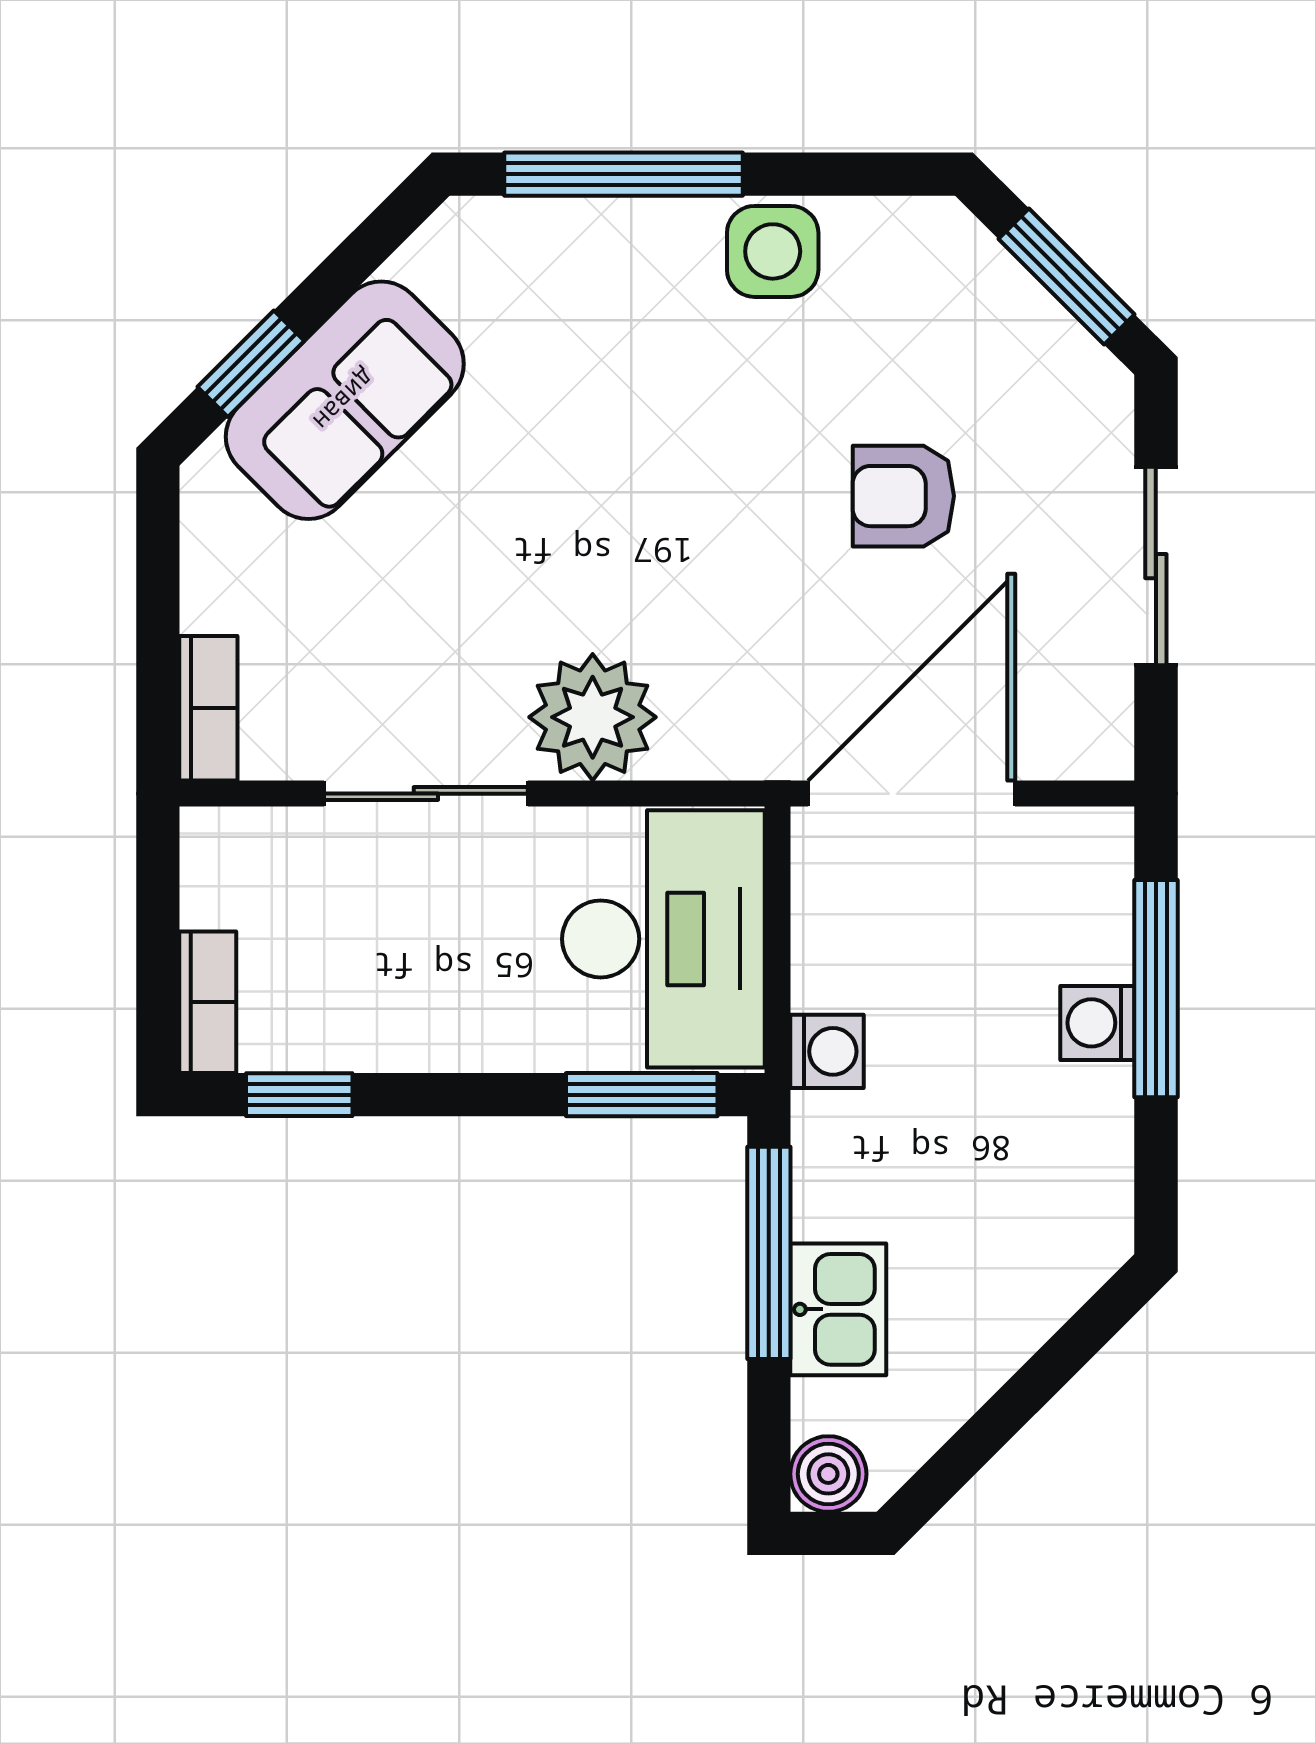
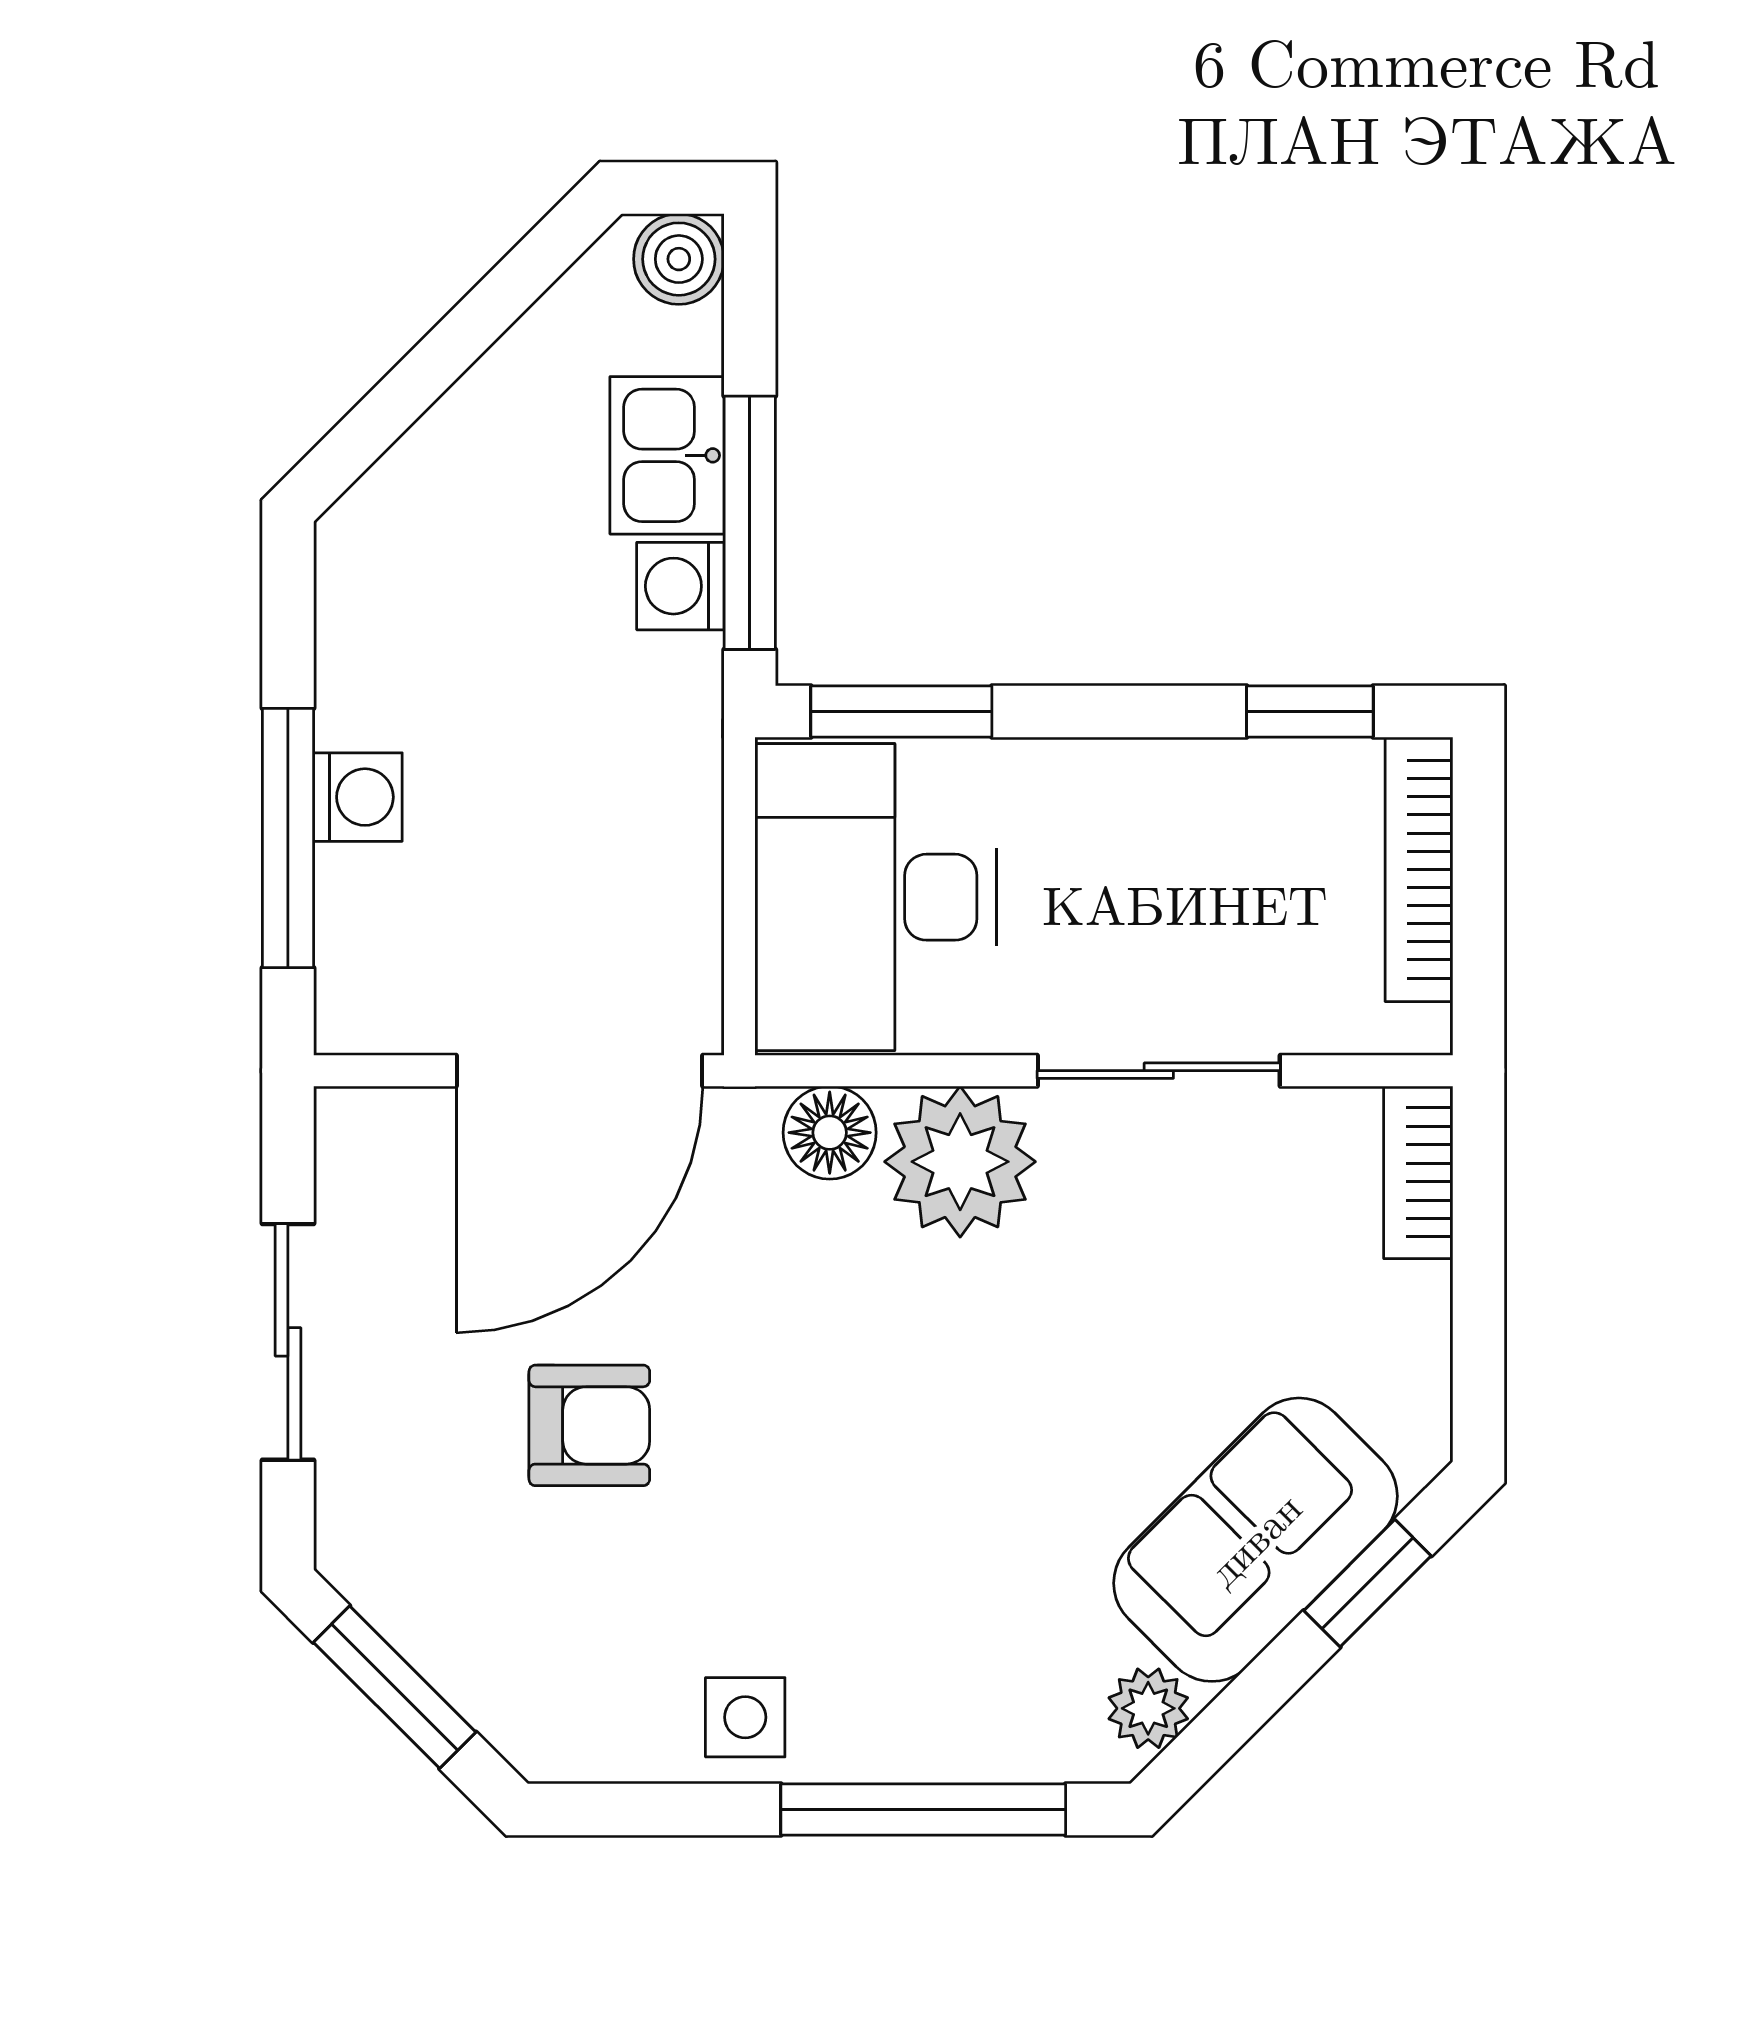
side table: (773, 251) -> (745, 1717), width x0.73, depth x0.73
plant: (435, 259) -> (1148, 1708), added
floor lamp: (702, 742) -> (830, 1133), added
bookcase: (208, 1002) -> (1419, 869), width x1.56
washing machine: (827, 1051) -> (680, 586), moved

